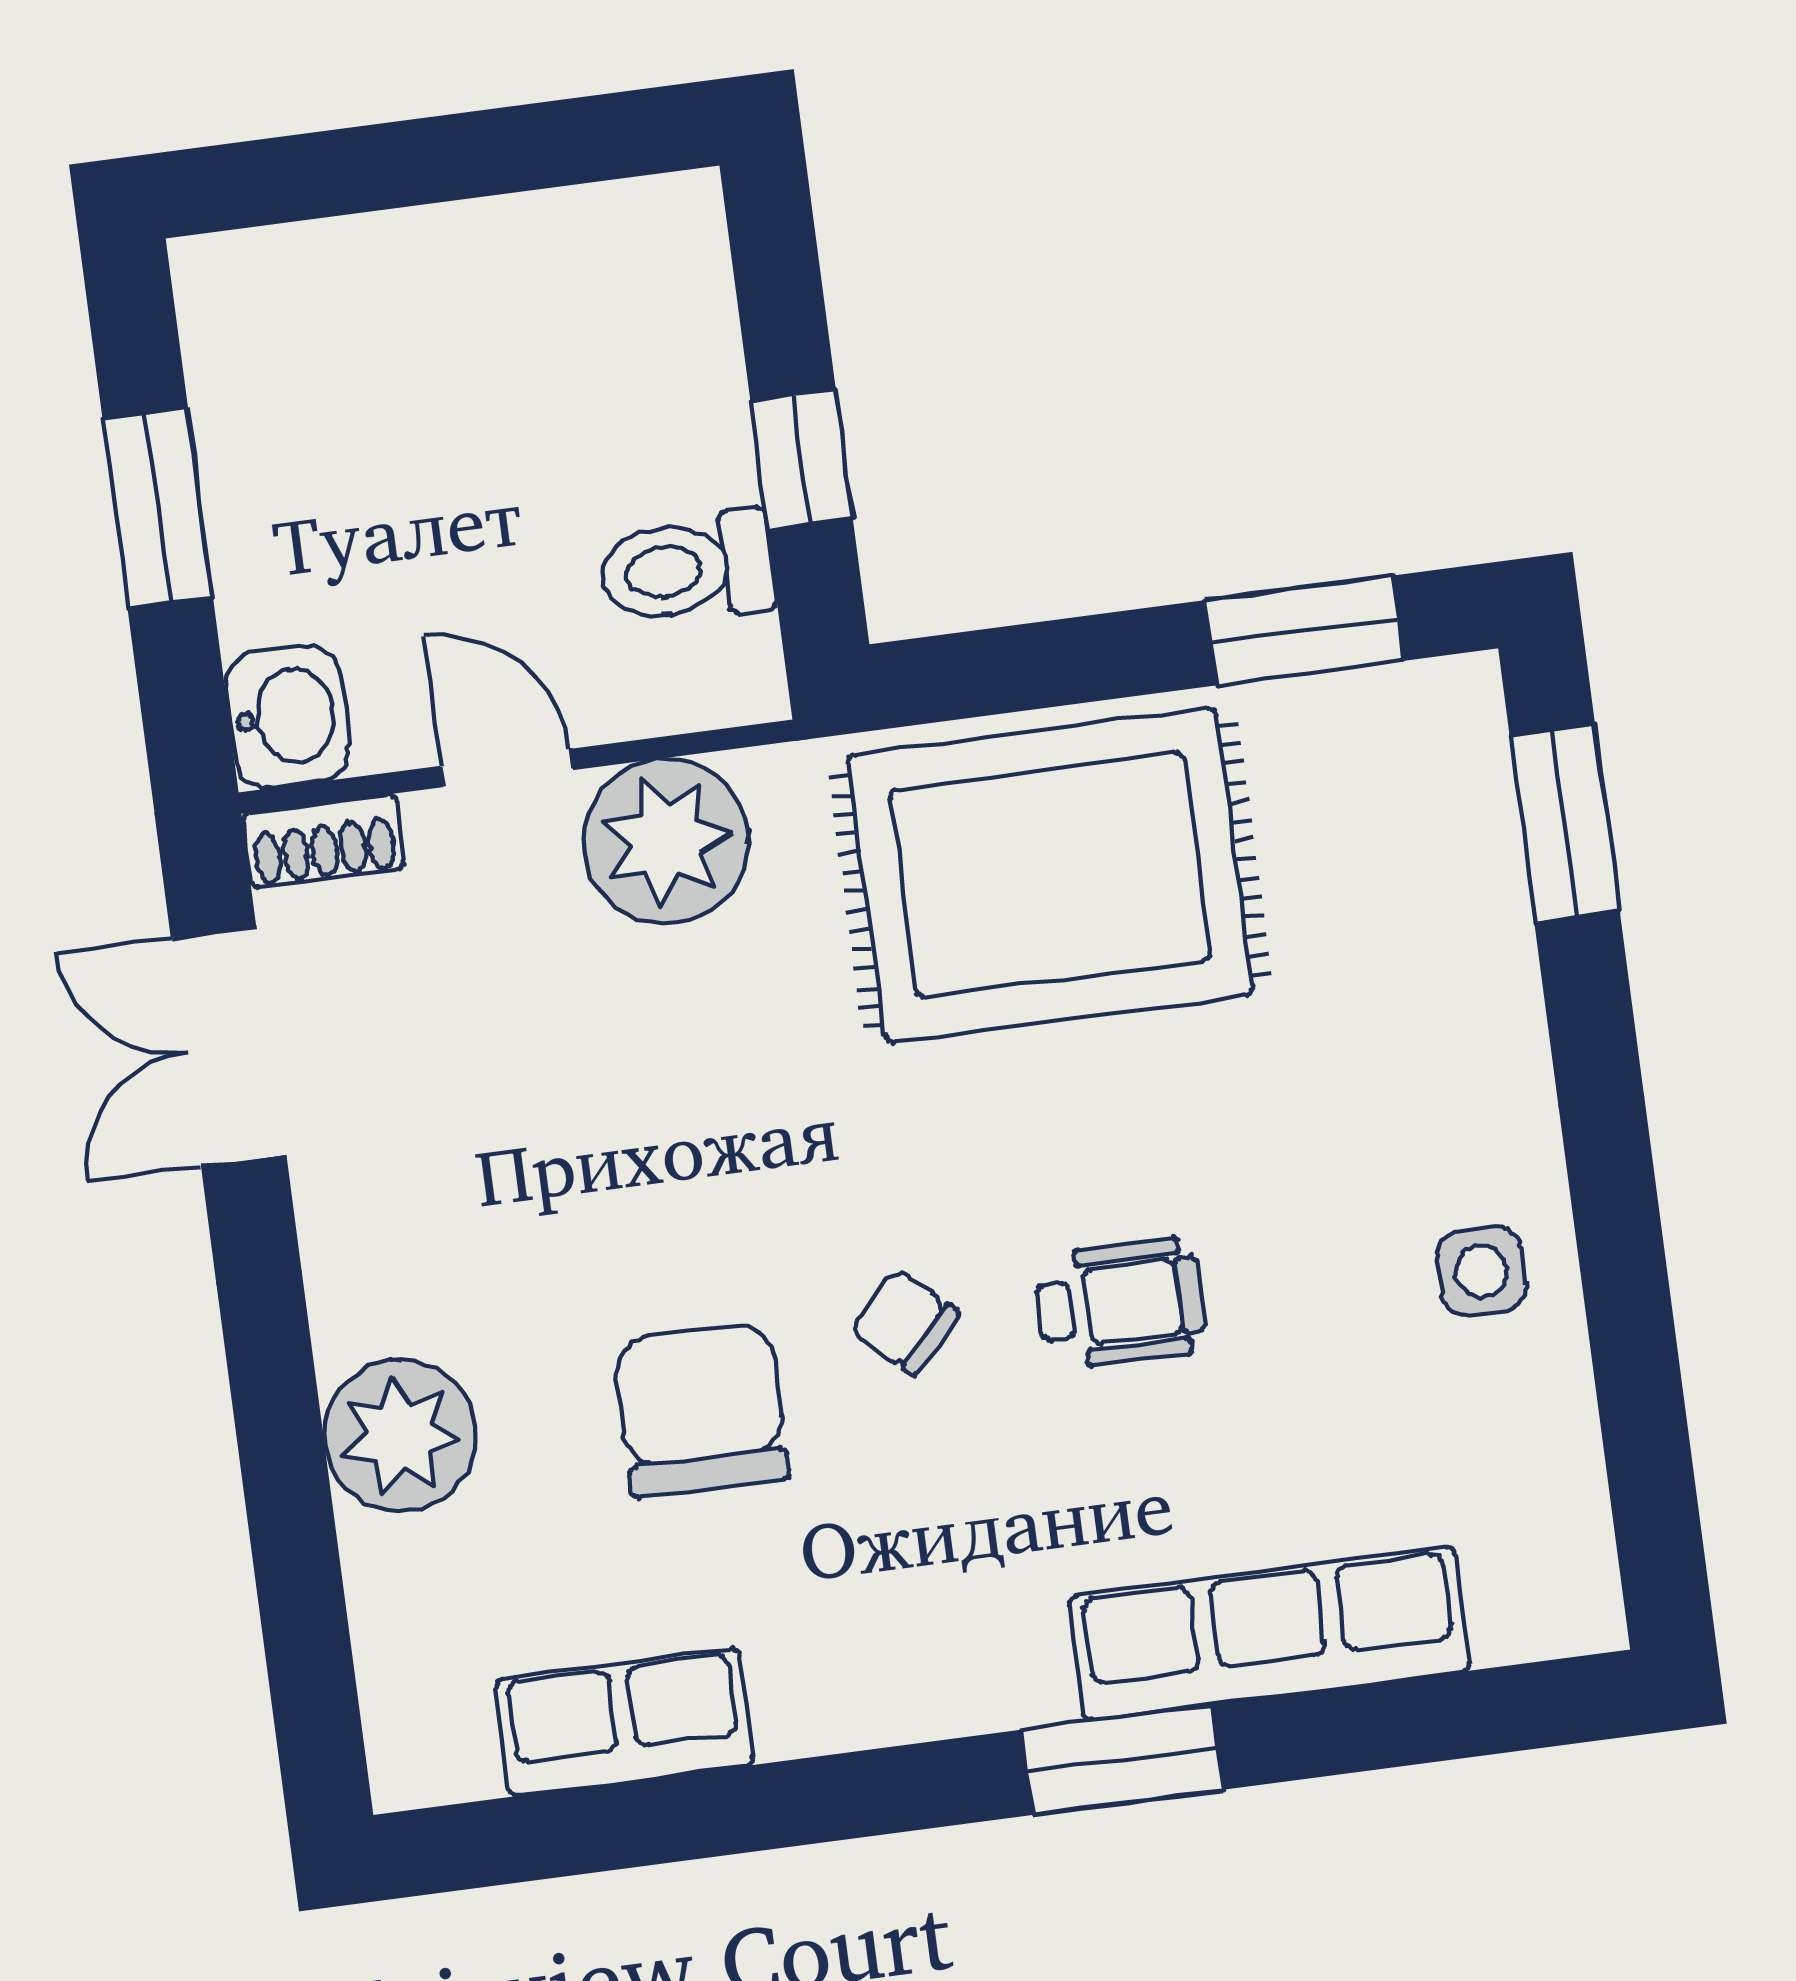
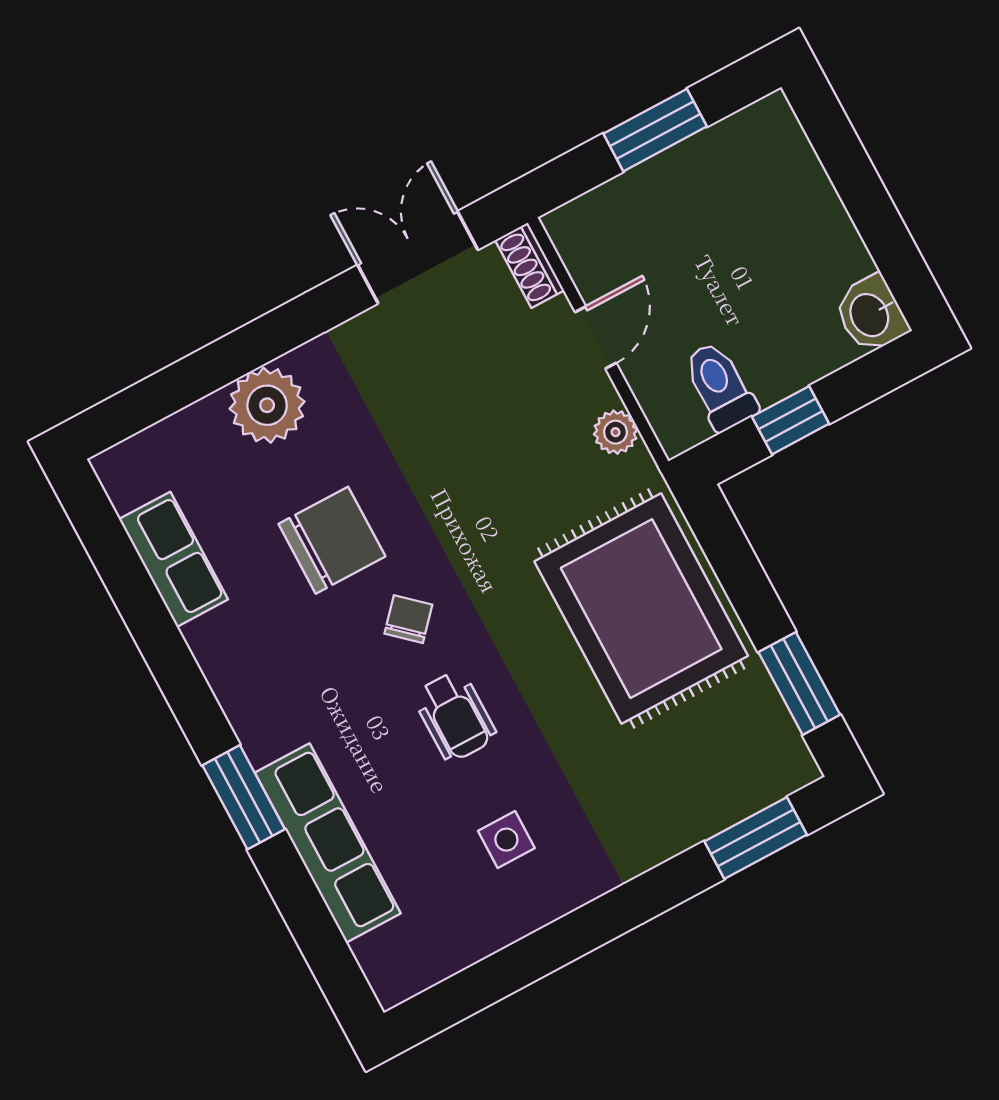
washbasin: (287, 717) -> (871, 314), moved, turned 90
plant: (666, 841) -> (615, 432), width x0.53, depth x0.53
side table: (1481, 1271) -> (506, 840), moved

